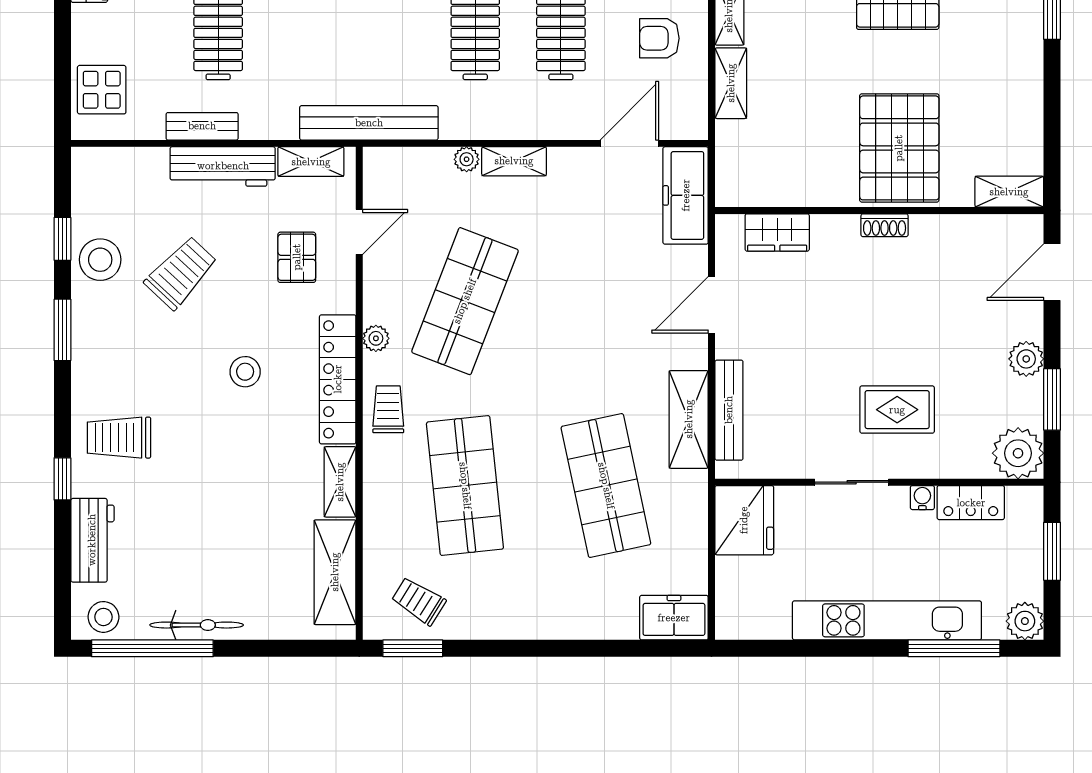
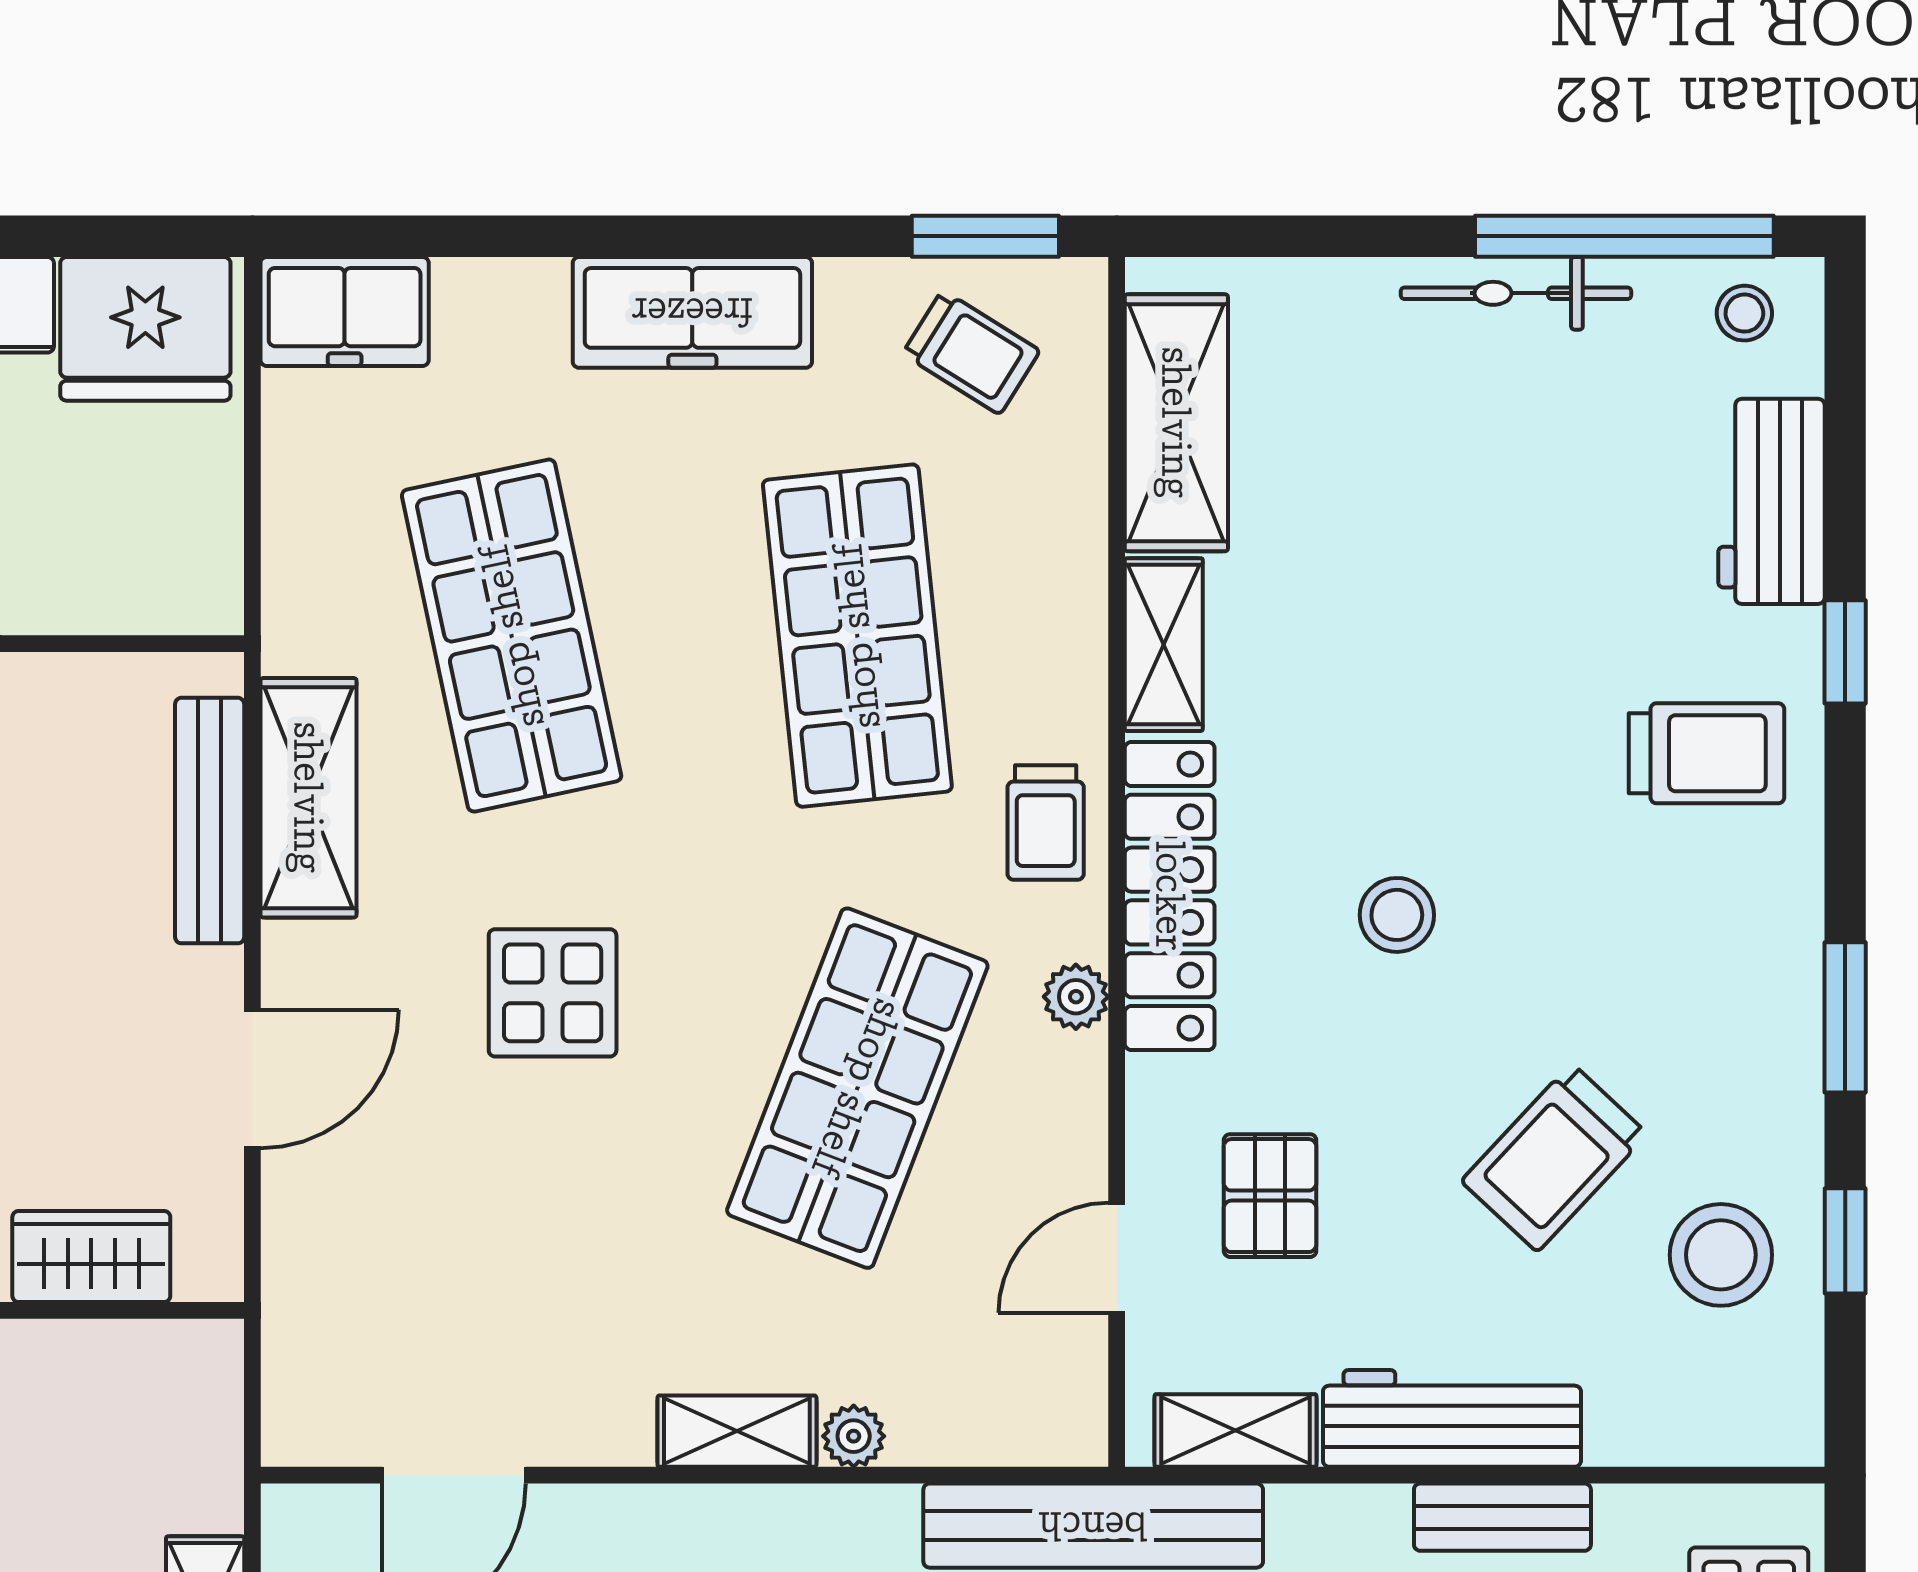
freezer: (686, 195) -> (692, 312), moved, turned 90
stool: (100, 260) -> (1721, 1255), moved
display table: (589, 340) -> (553, 993), added
fridge: (744, 520) -> (145, 329), moved, turned -90
stool: (103, 617) -> (1744, 313), width x0.73, depth x0.73

